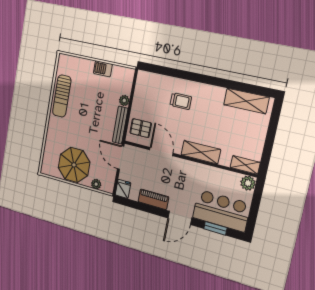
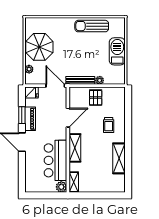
barbecue: (103, 69) -> (117, 51), width x1.88, depth x1.53
shelving: (246, 101) -> (119, 158), moved
pallet: (141, 128) -> (96, 98), moved
door: (121, 157) -> (55, 86), hinge flipped
bar counter: (221, 211) -> (55, 160), moved, turned 180
window: (215, 228) -> (22, 115), moved

